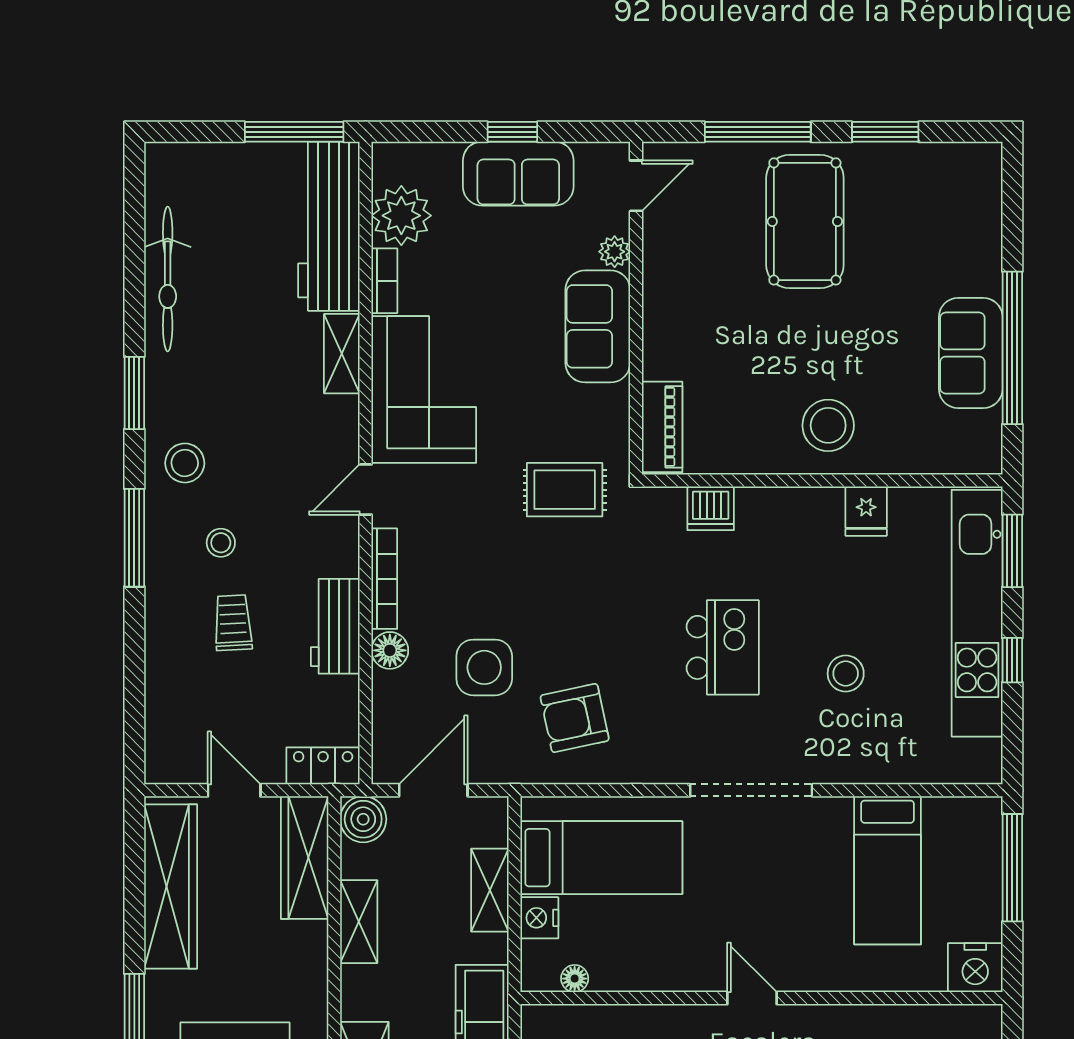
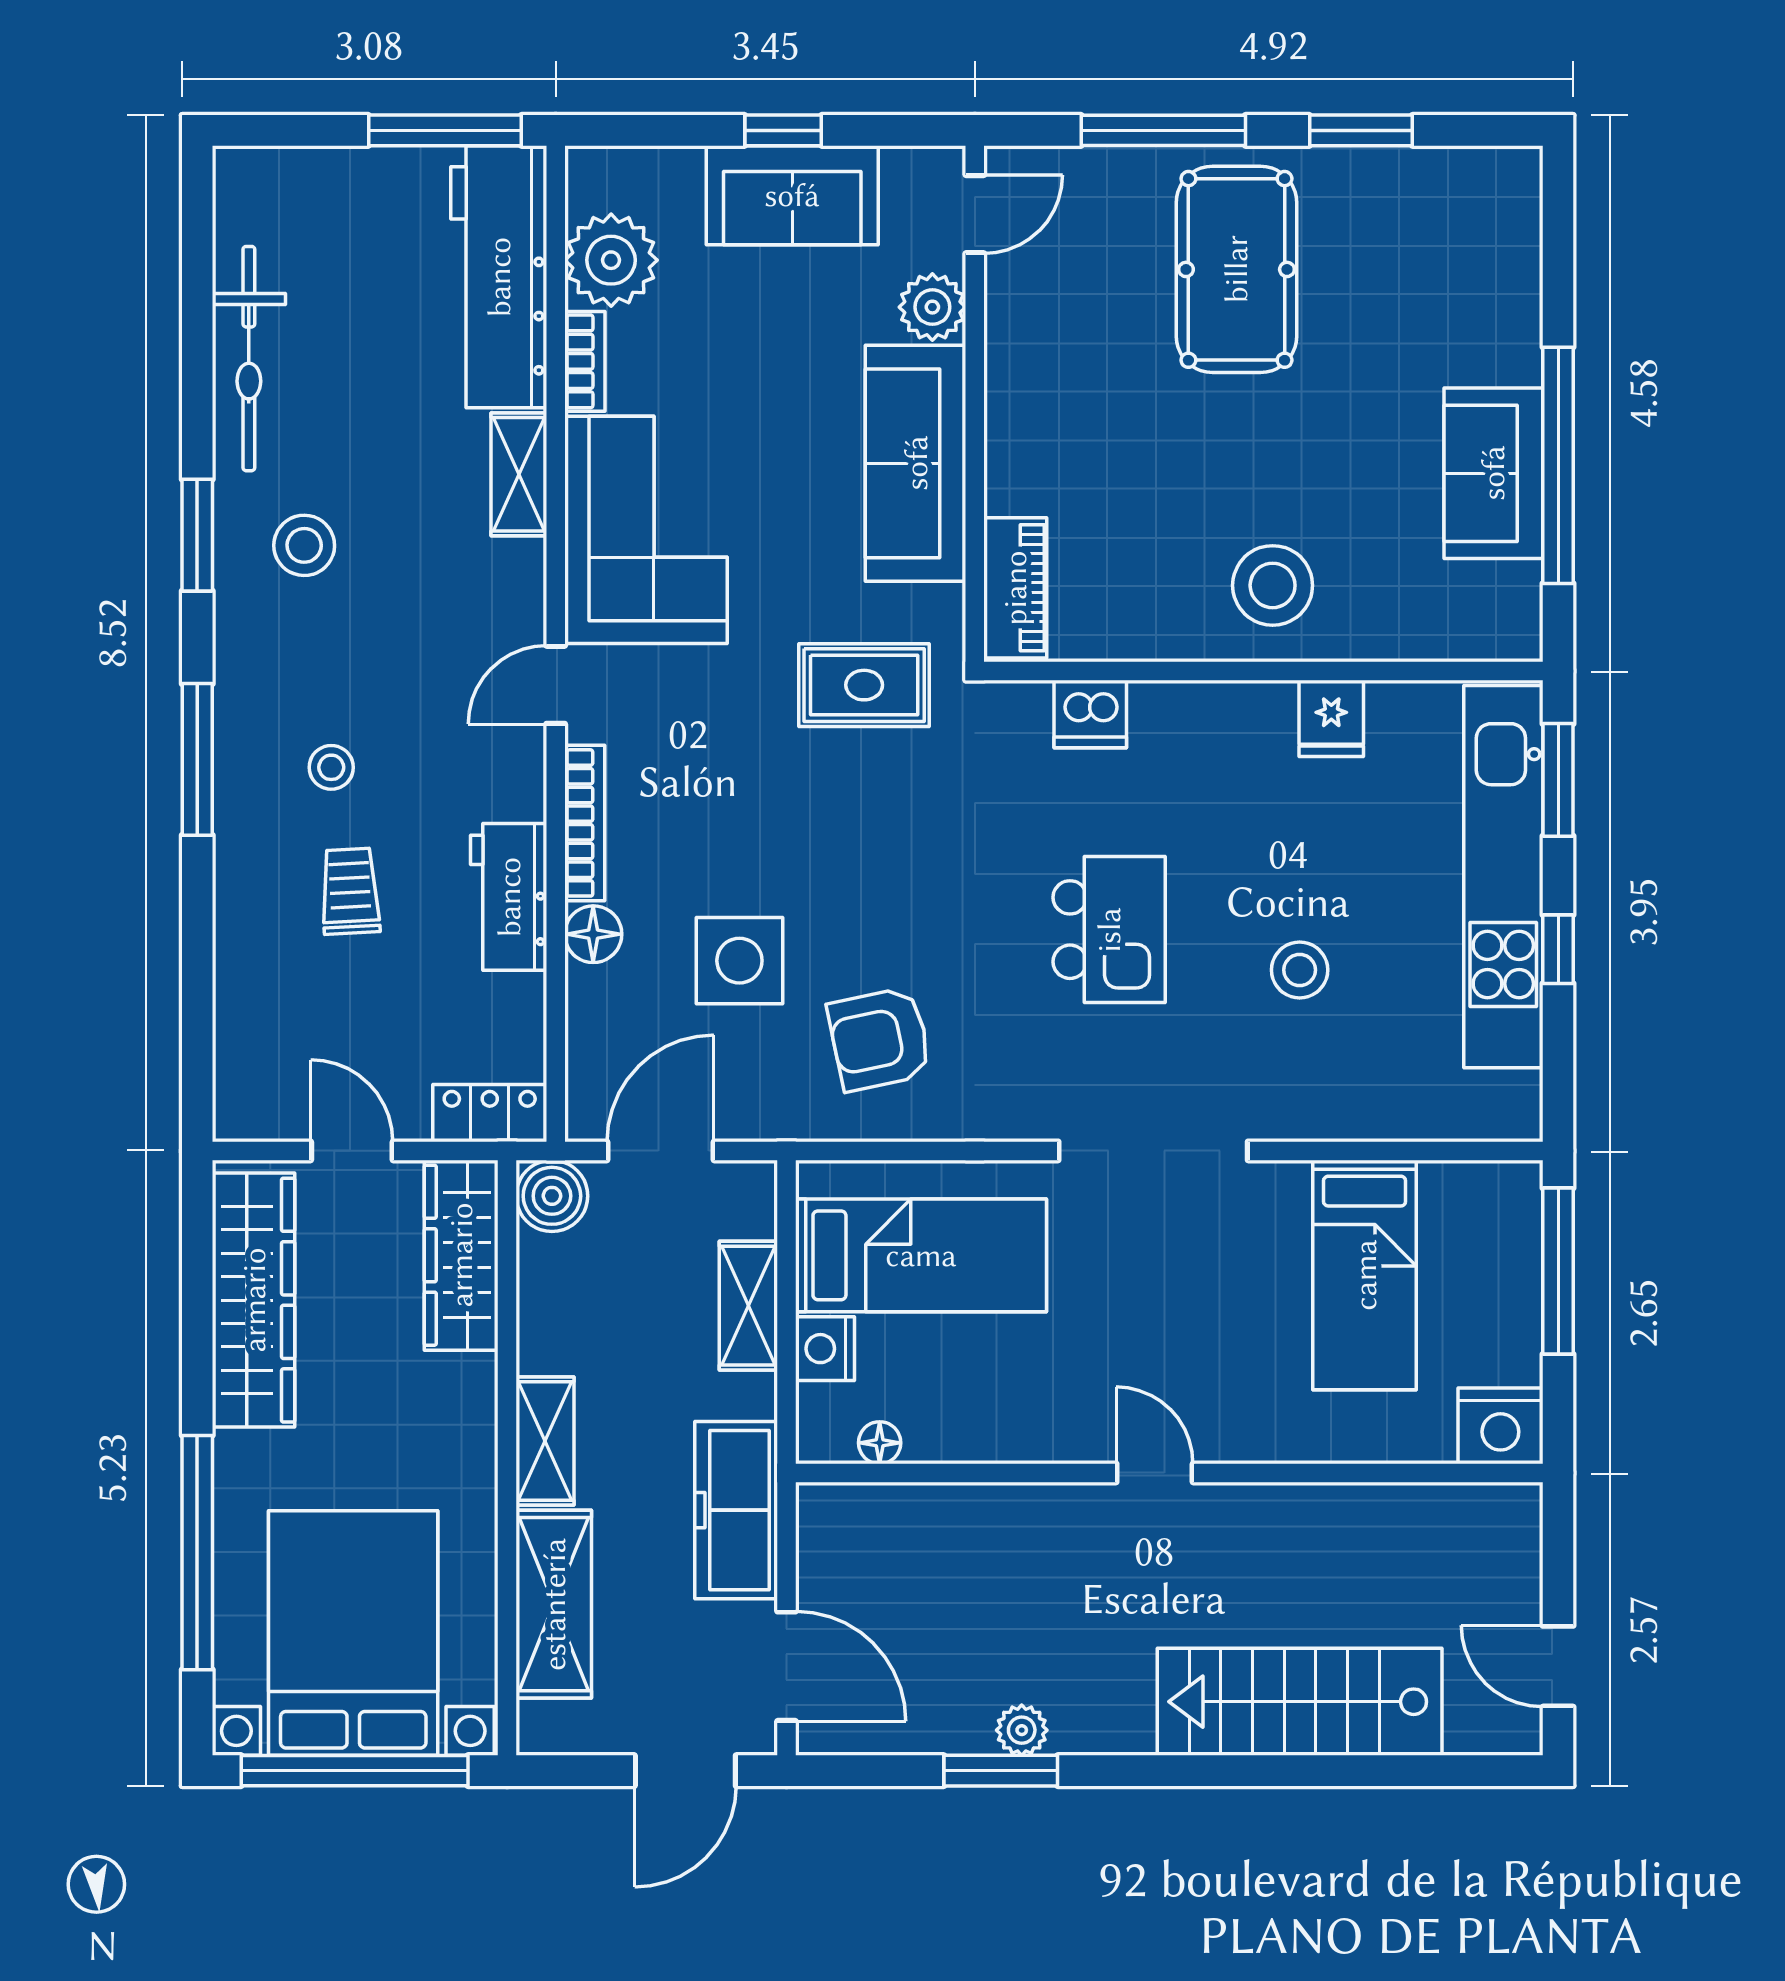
plant: (615, 252) -> (932, 307), width x1.38, depth x1.38
sofa: (598, 326) -> (916, 463), width x1.36
stool: (185, 463) -> (304, 545), moved
shelving: (359, 922) -> (545, 1441), moved

